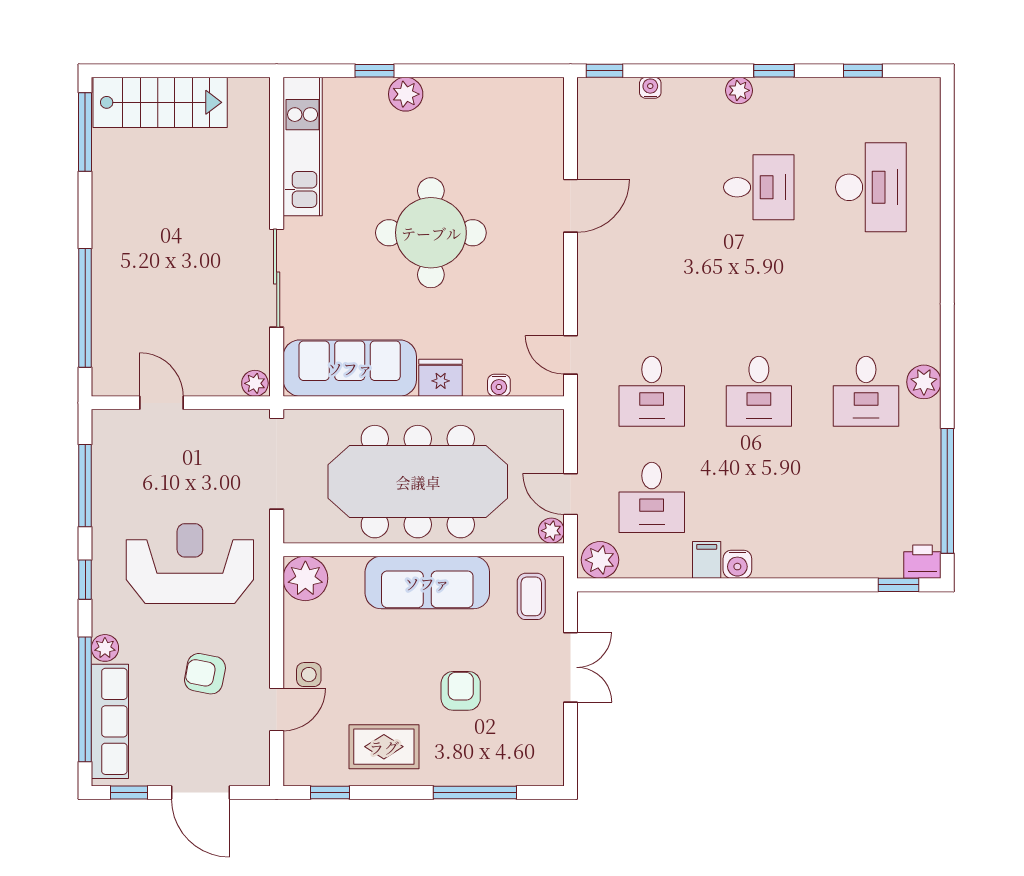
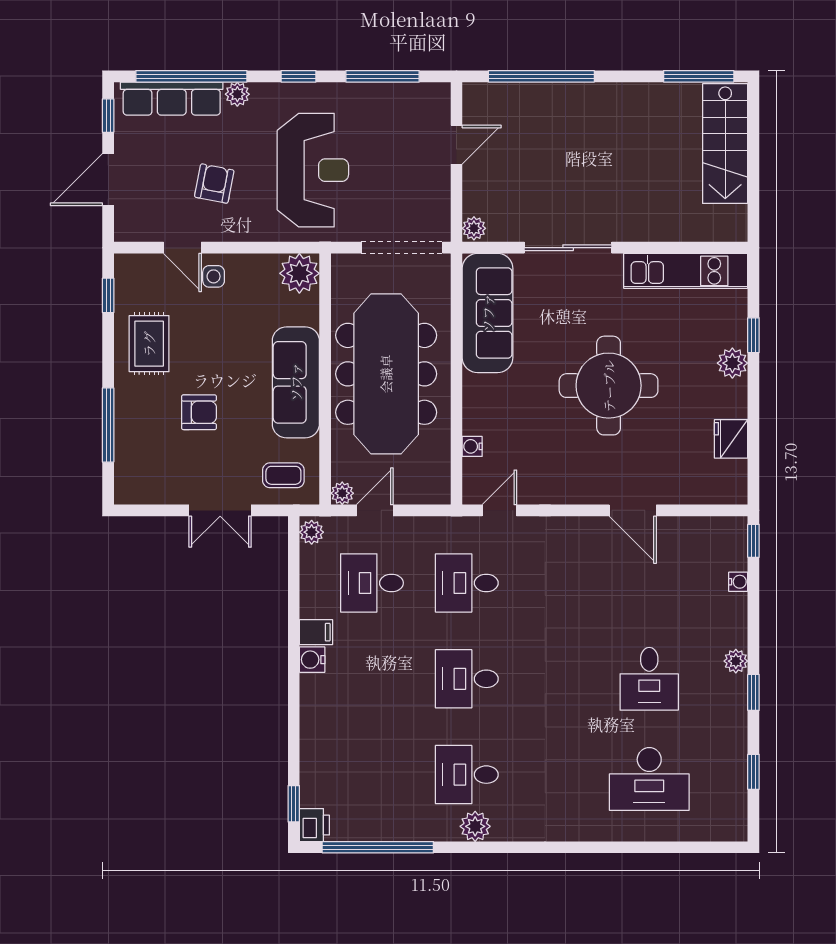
fridge: (441, 378) -> (731, 439), moved, turned 180
plant: (600, 560) -> (312, 532), width x0.73, depth x0.73

